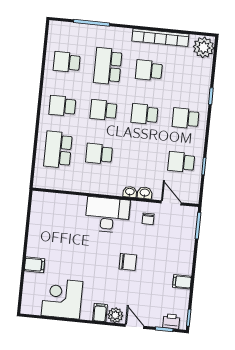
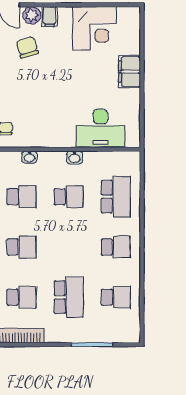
school desk: (103, 110) -> (22, 197), moved
washbasin: (145, 193) -> (74, 158), moved
desk: (107, 215) -> (100, 128), moved
chair: (128, 262) -> (27, 47), moved, turned 74
filing cabinet: (34, 265) -> (129, 72), width x2.00

